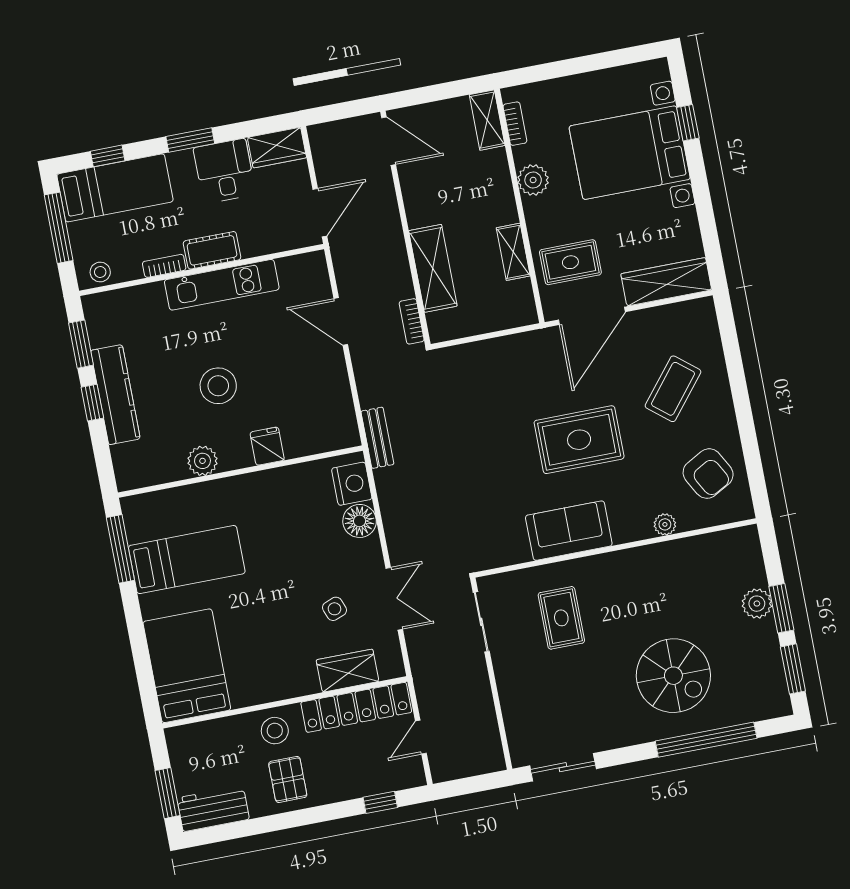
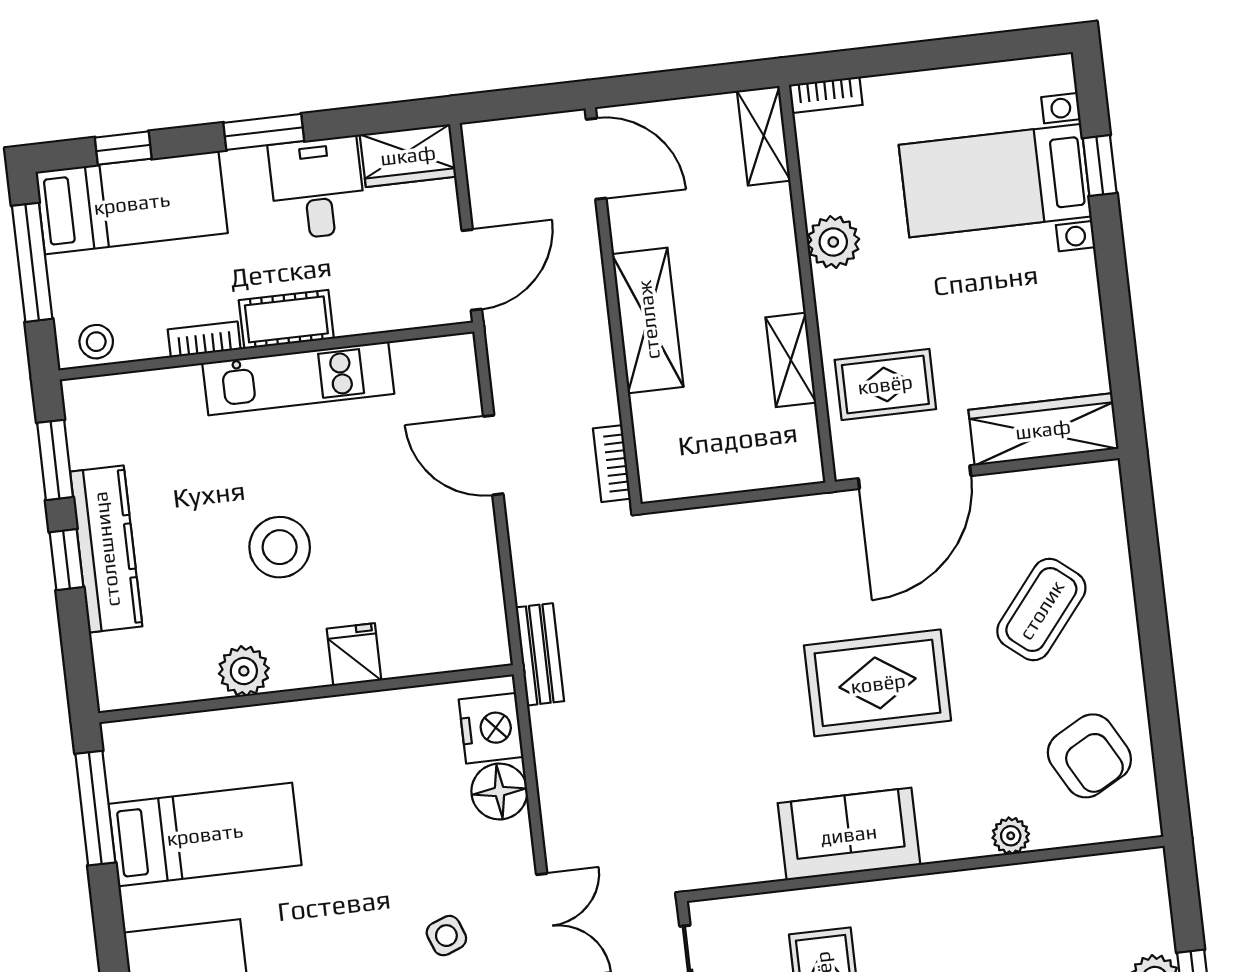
bookcase: (515, 124) -> (826, 95), moved, turned 90
bed with nightstands: (630, 153) -> (995, 181), width x0.73
shelving: (433, 268) -> (648, 320), moved

